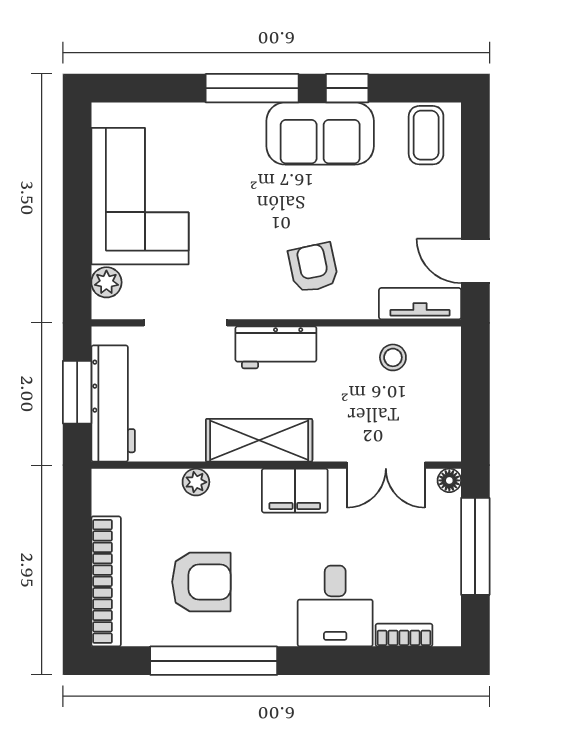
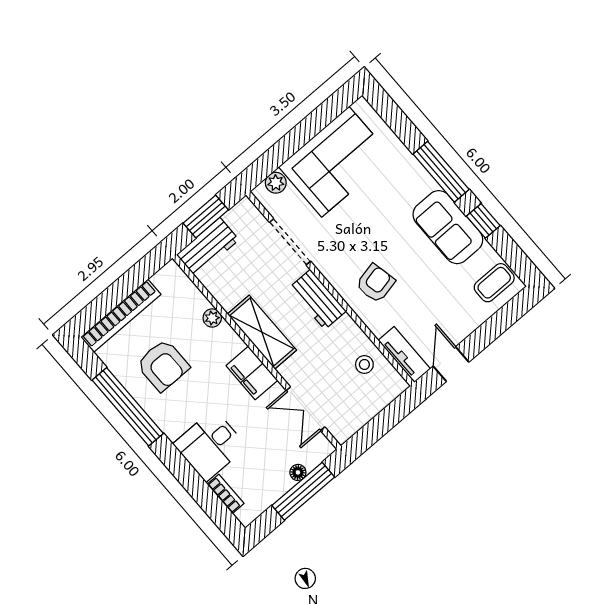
workbench: (113, 404) -> (208, 247), width x0.73
floor lamp: (449, 480) -> (298, 472), moved

